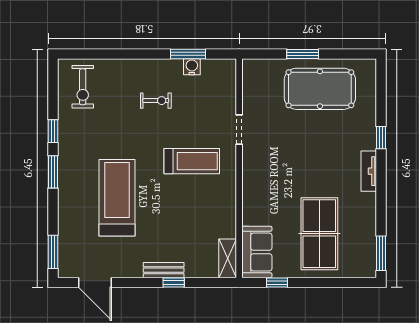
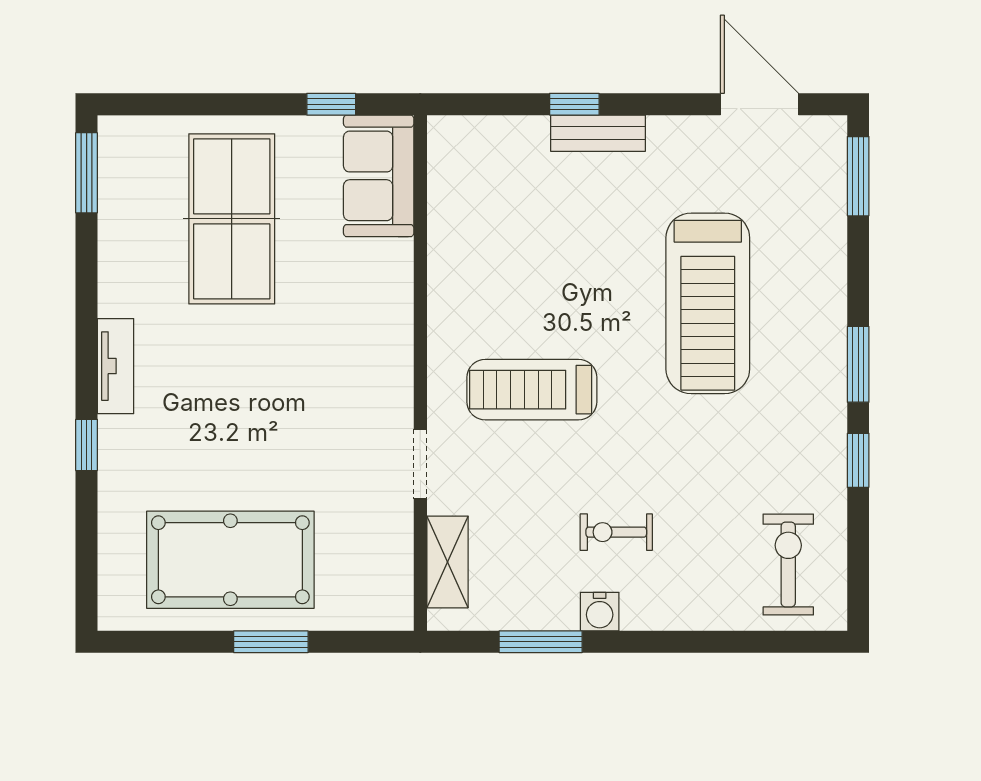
water cooler: (192, 67) -> (600, 612), moved
shelving: (228, 258) -> (447, 562), moved

